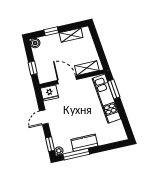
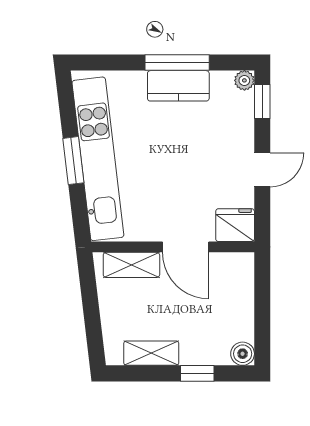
window: (33, 68) -> (262, 295), removed
window: (114, 89) -> (73, 161), moved
kitchen unit: (107, 99) -> (98, 159), width x1.36
window: (76, 154) -> (177, 63), moved

